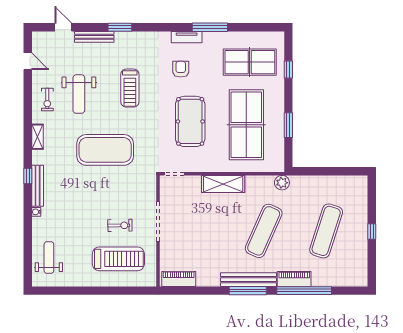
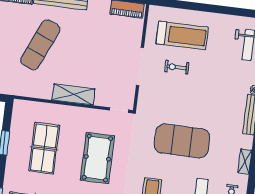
table tennis table: (246, 125) -> (44, 148), width x0.73, depth x0.76
plant: (282, 183) -> (17, 89), removed
treadmill: (118, 259) -> (182, 35), turned 180

